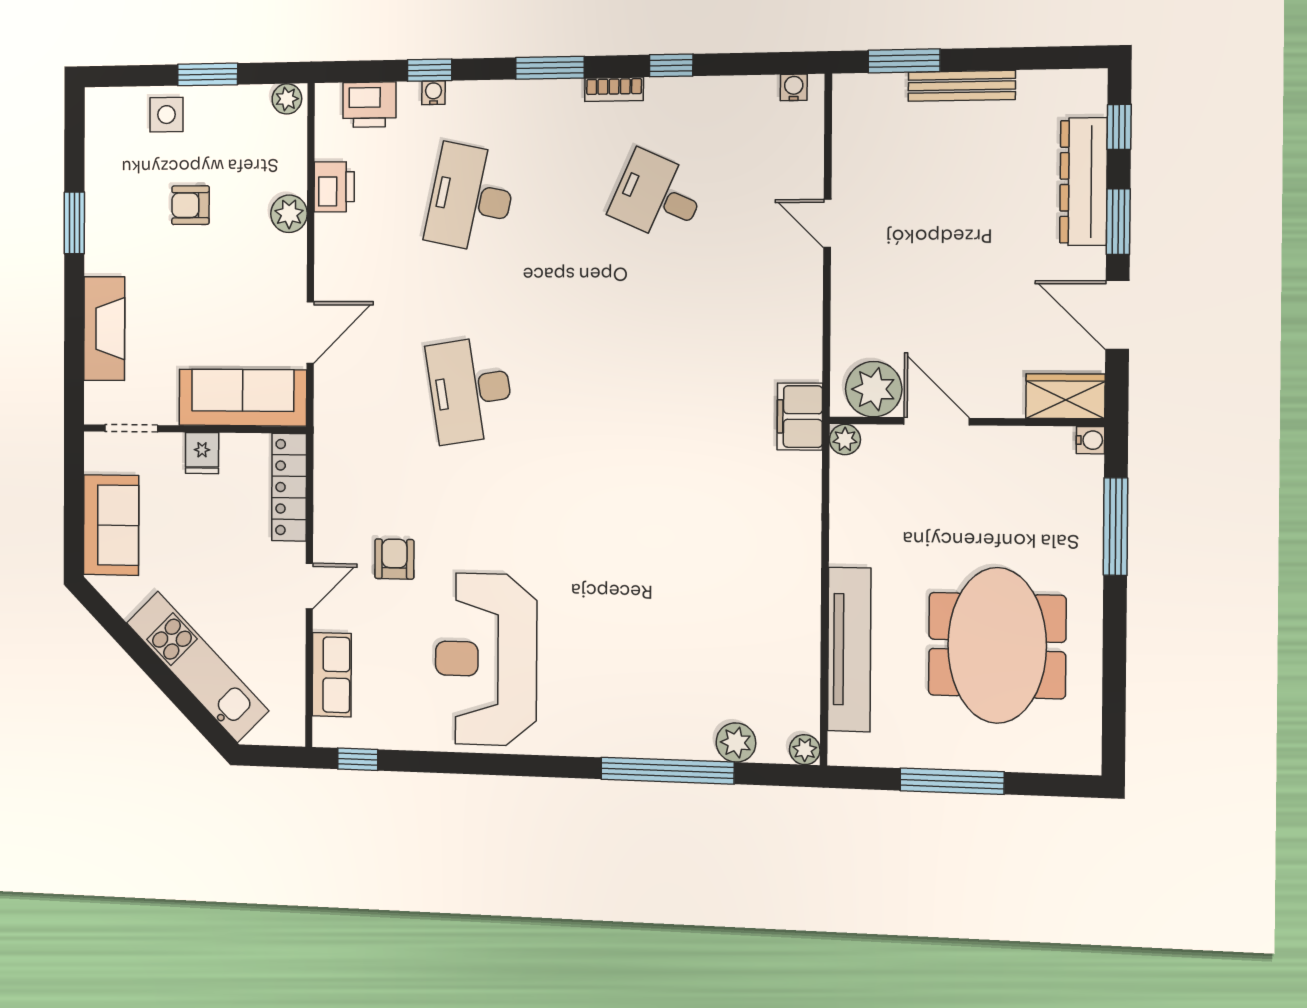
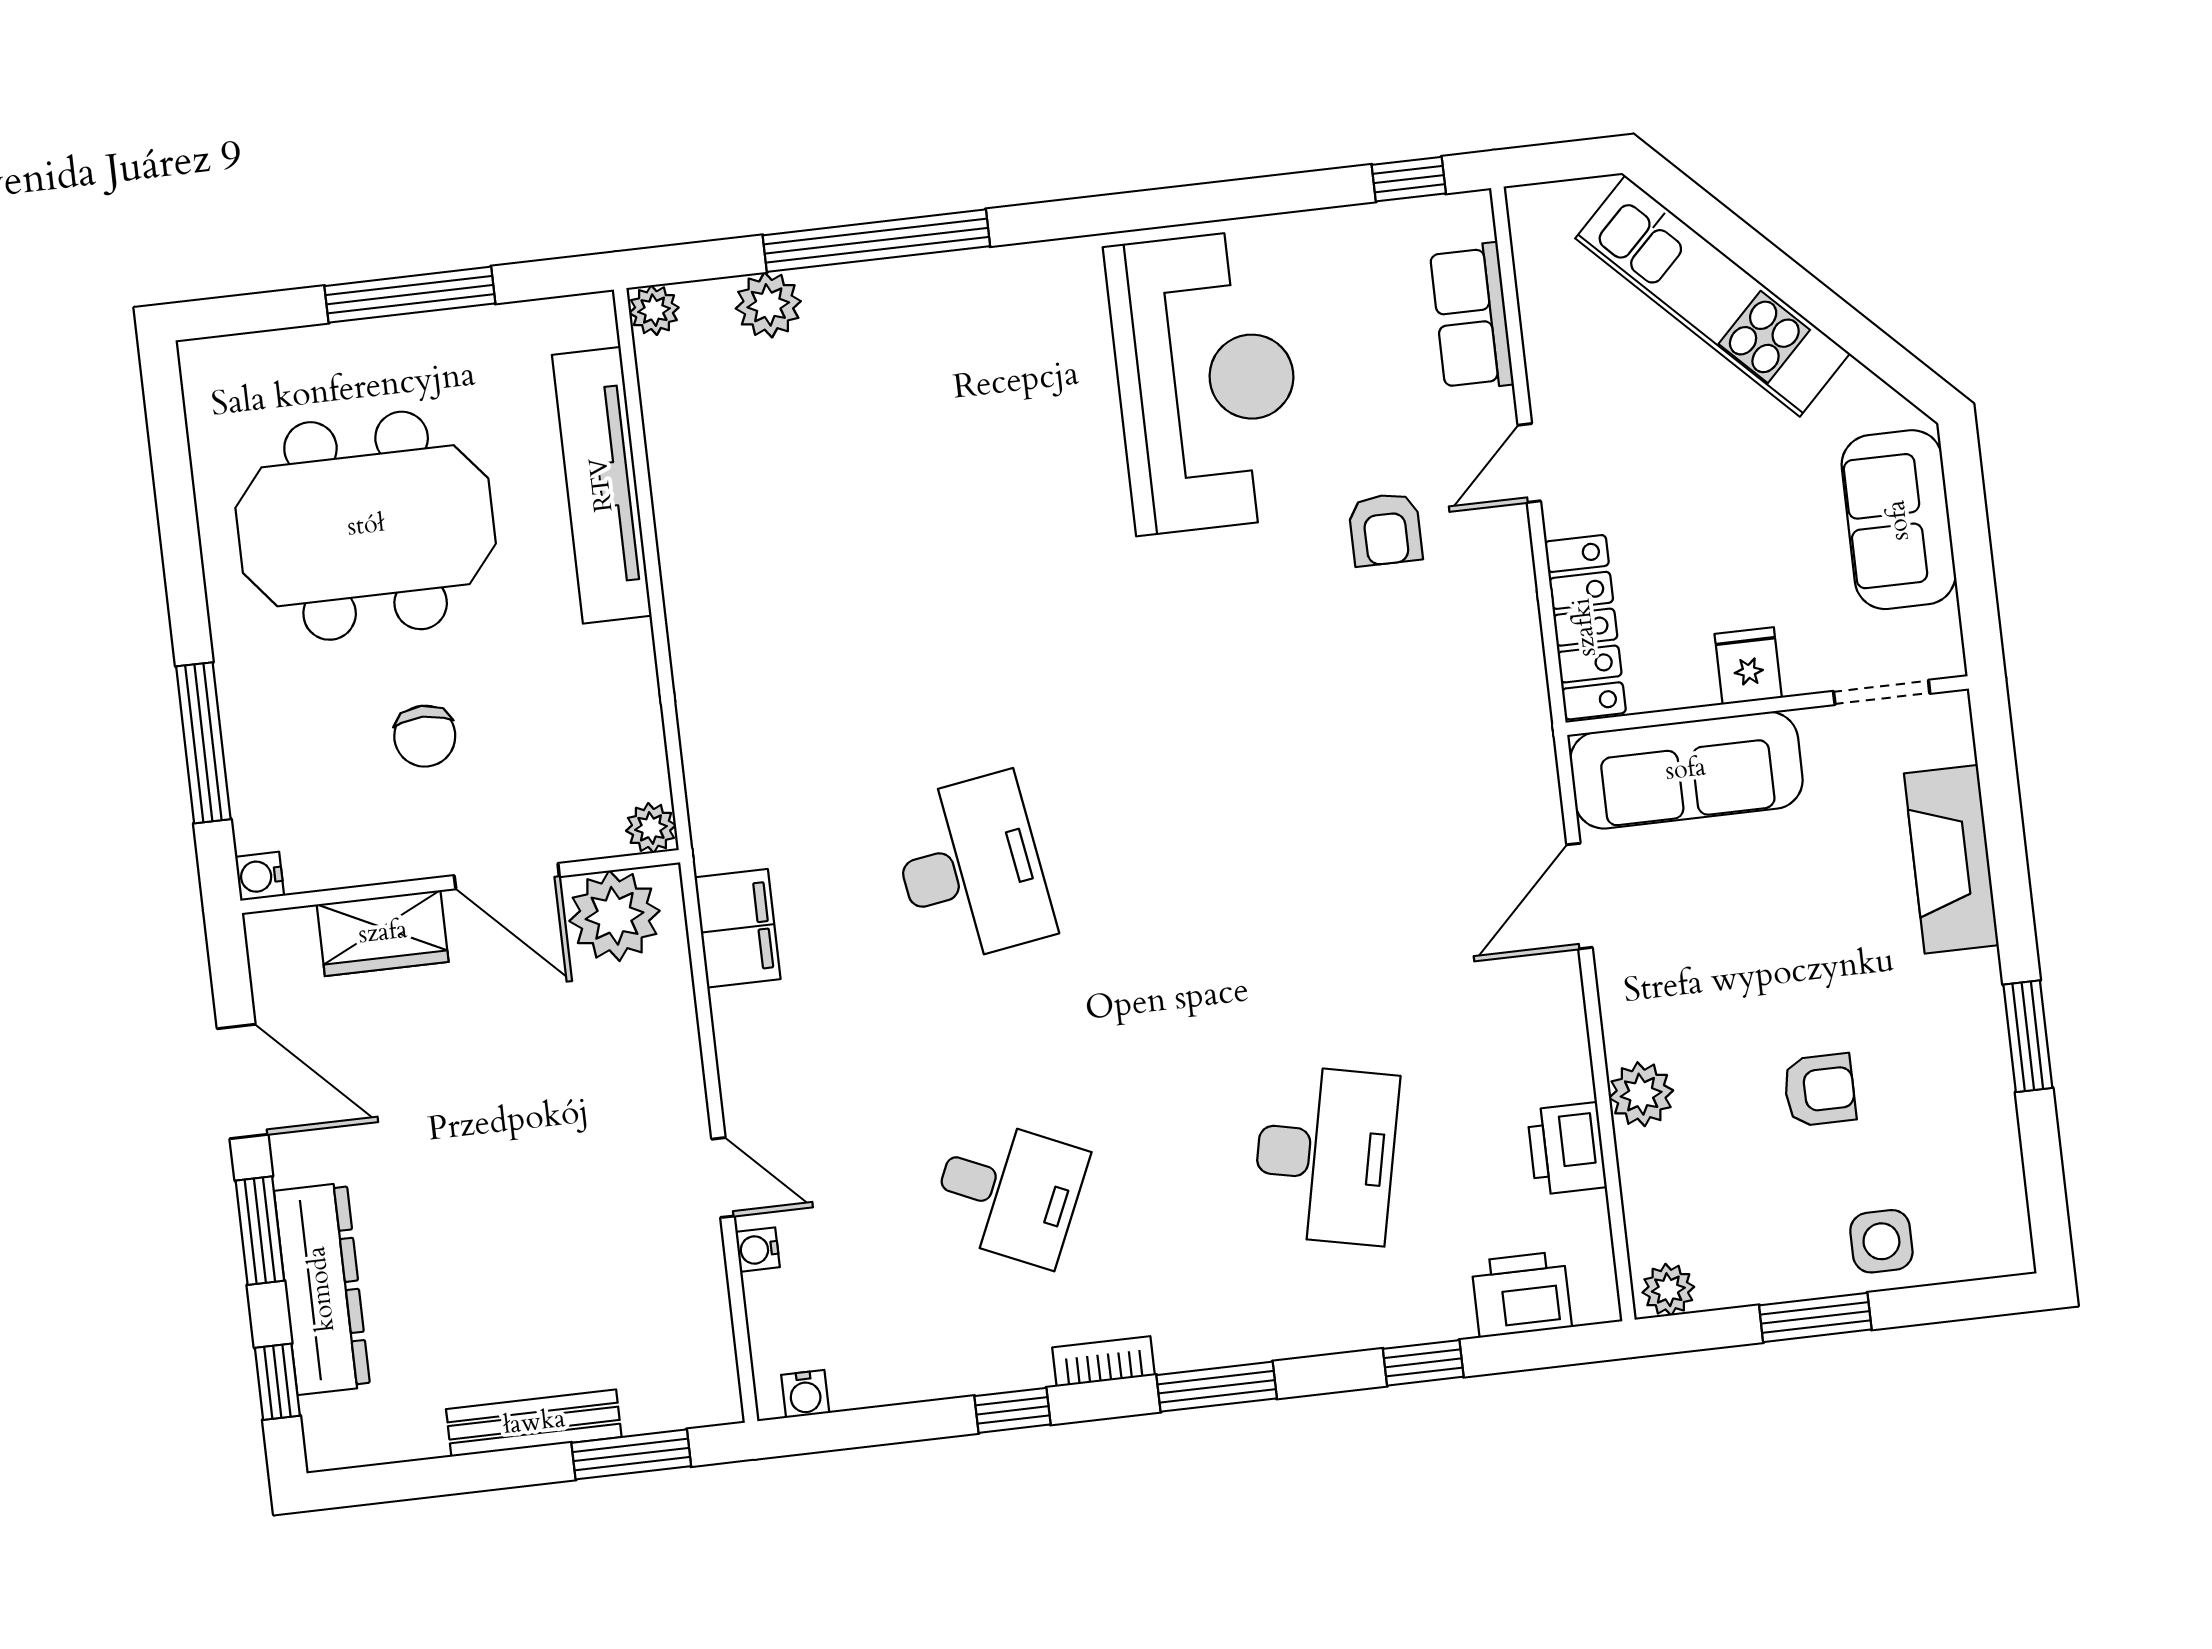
water cooler: (433, 93) -> (758, 1250), moved, turned 90
desk: (470, 390) -> (971, 869), moved
wardrobe: (1065, 396) -> (383, 933), moved
filing cabinet: (800, 417) -> (737, 928), moved
chair: (977, 513) -> (425, 736), added
meeting table: (997, 645) -> (366, 526), turned 90

